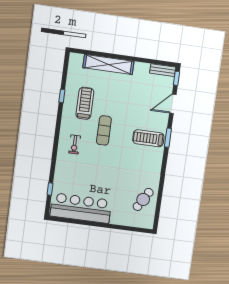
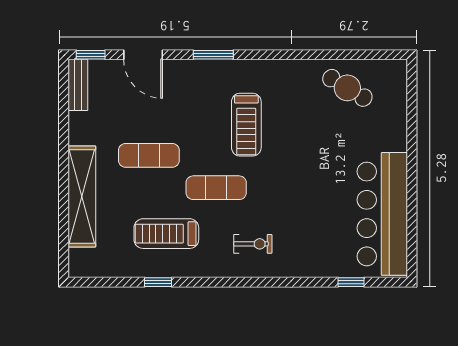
exercise mat: (124, 100) -> (149, 155), added
treadmill: (148, 138) -> (246, 125), moved

